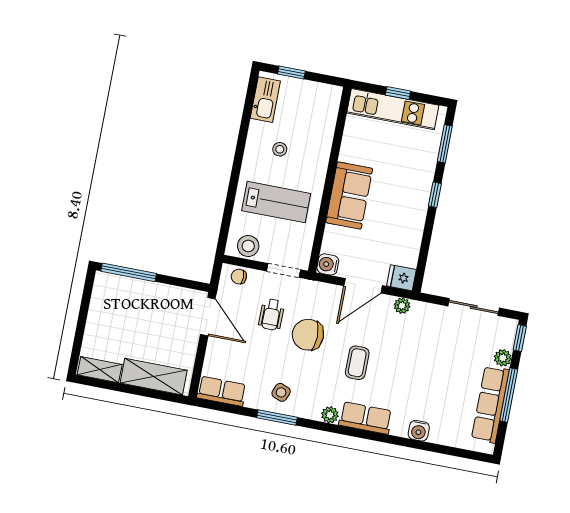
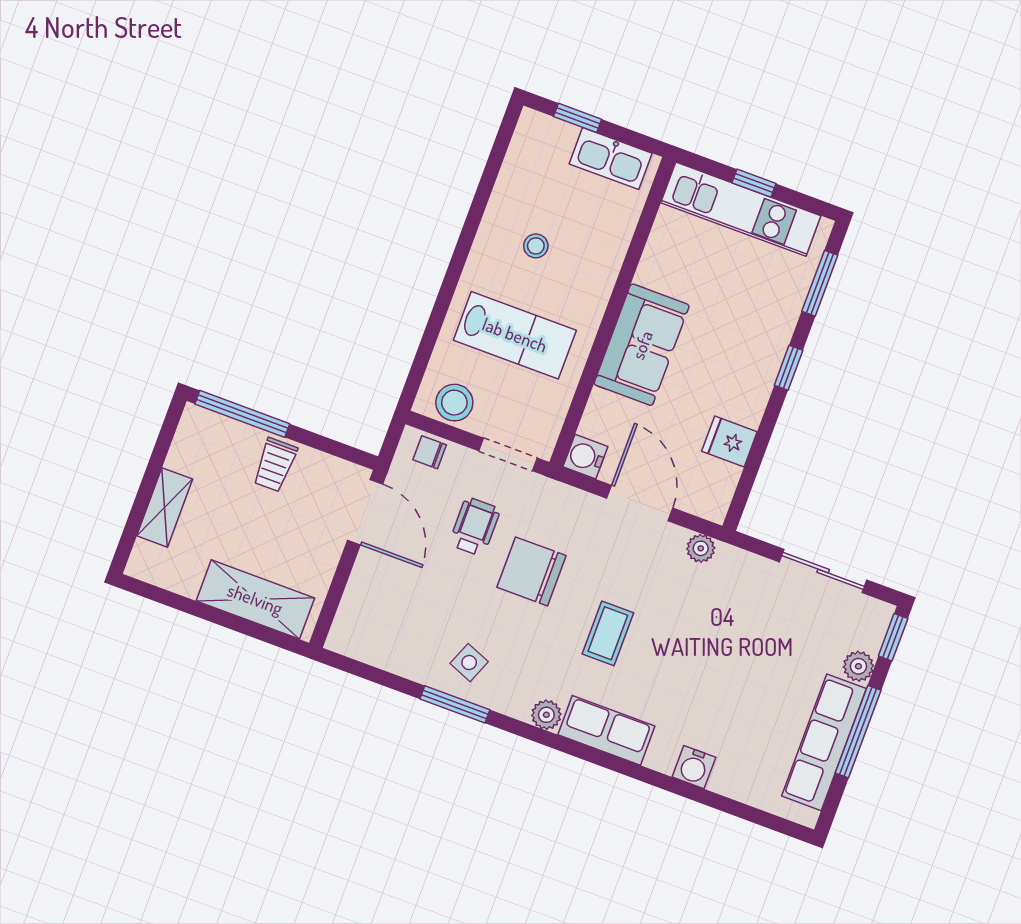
kitchen sink: (265, 100) -> (611, 159), moved, turned 90
fridge: (401, 278) -> (729, 442), moved
door: (363, 286) -> (640, 503), swing flipped
trolley: (152, 298) -> (275, 465), added
wheelchair: (271, 315) -> (475, 527), turned 180
shelving: (100, 370) -> (165, 507), moved, turned 90
row of seats: (222, 391) -> (368, 644), removed

